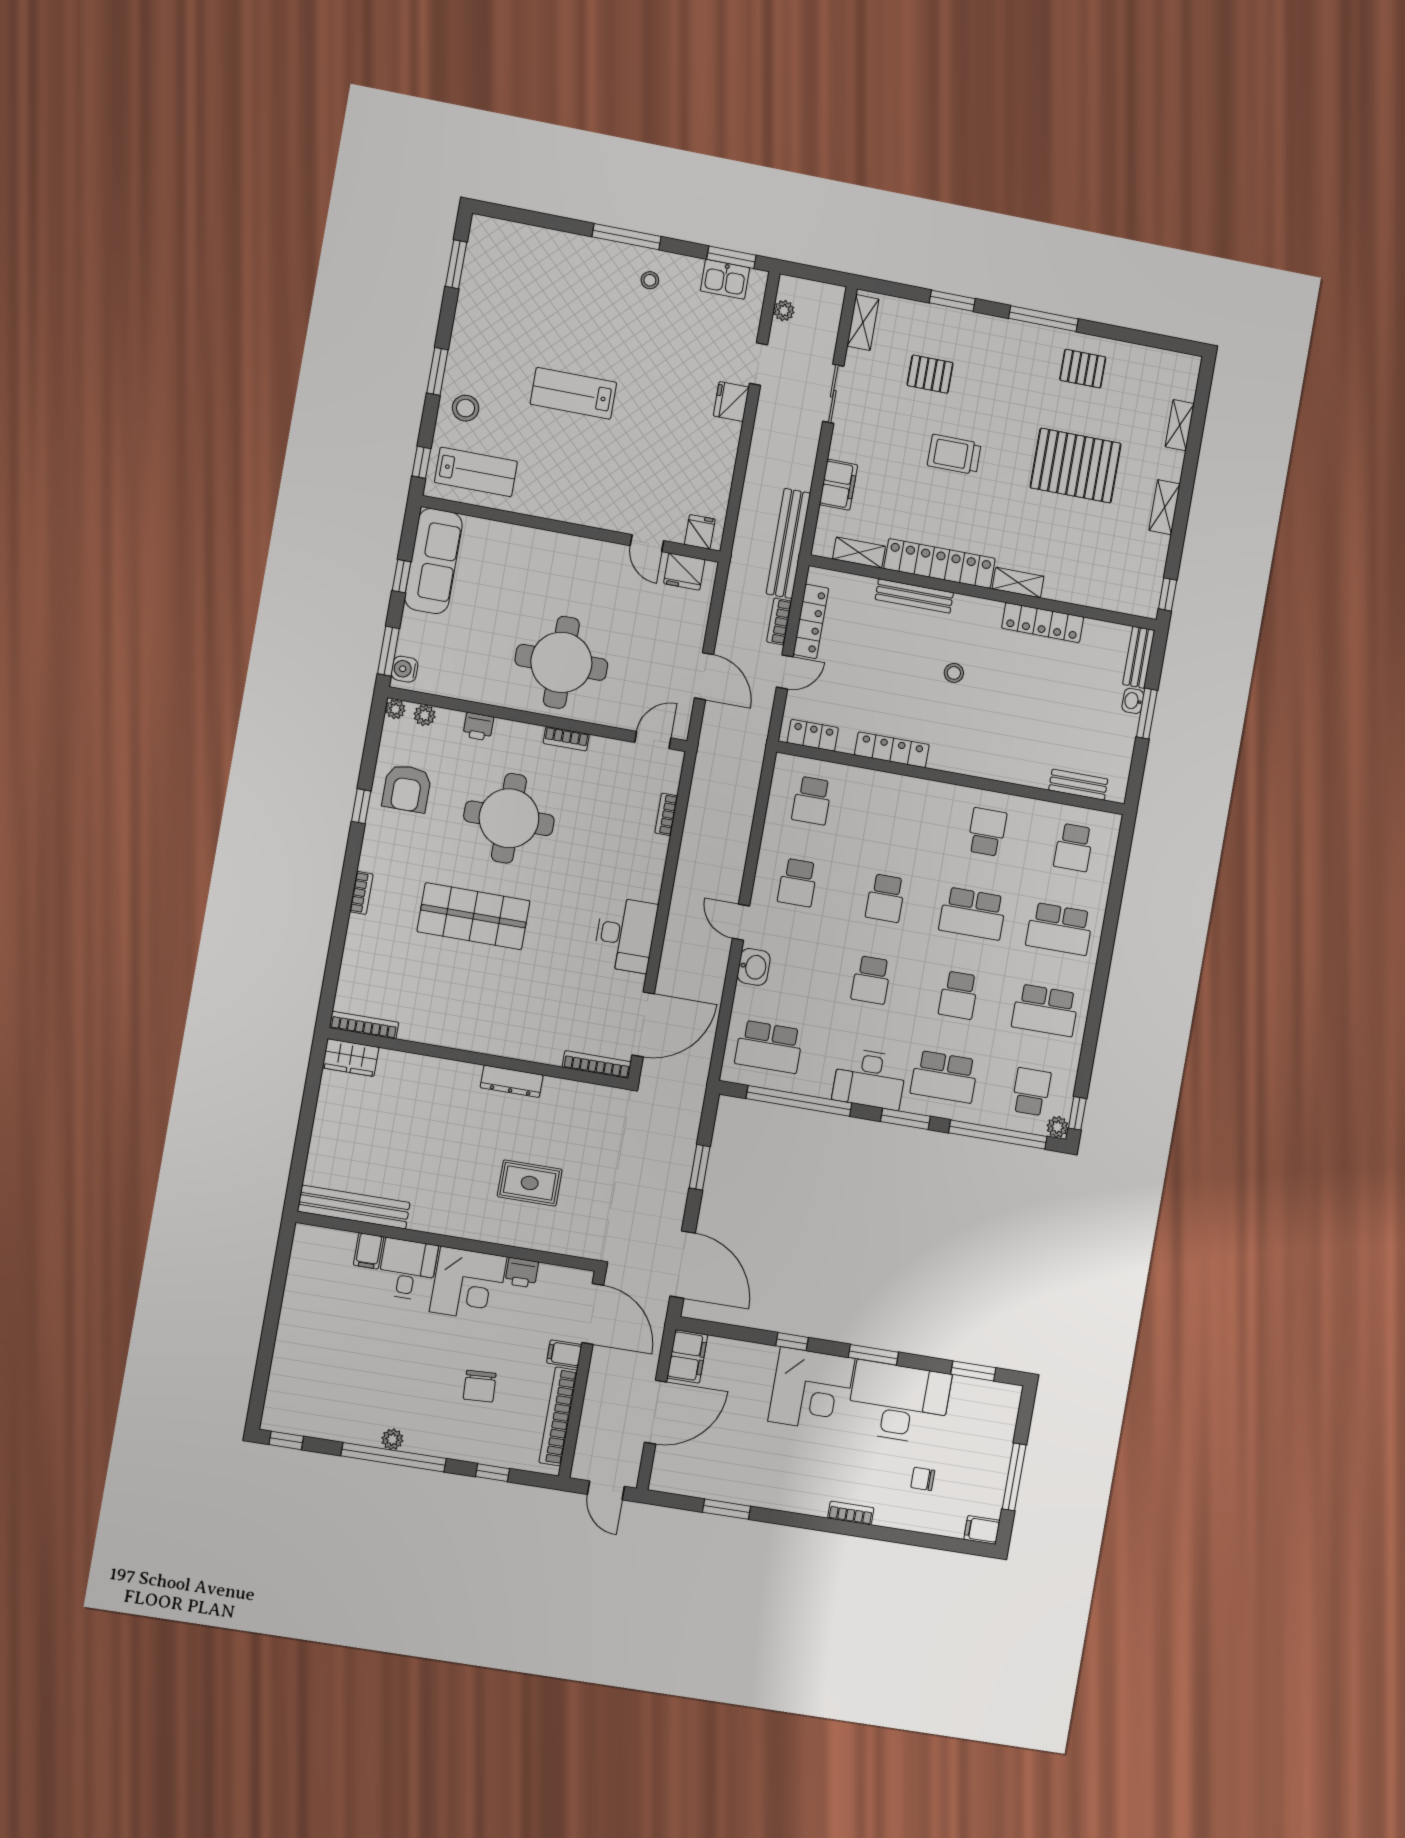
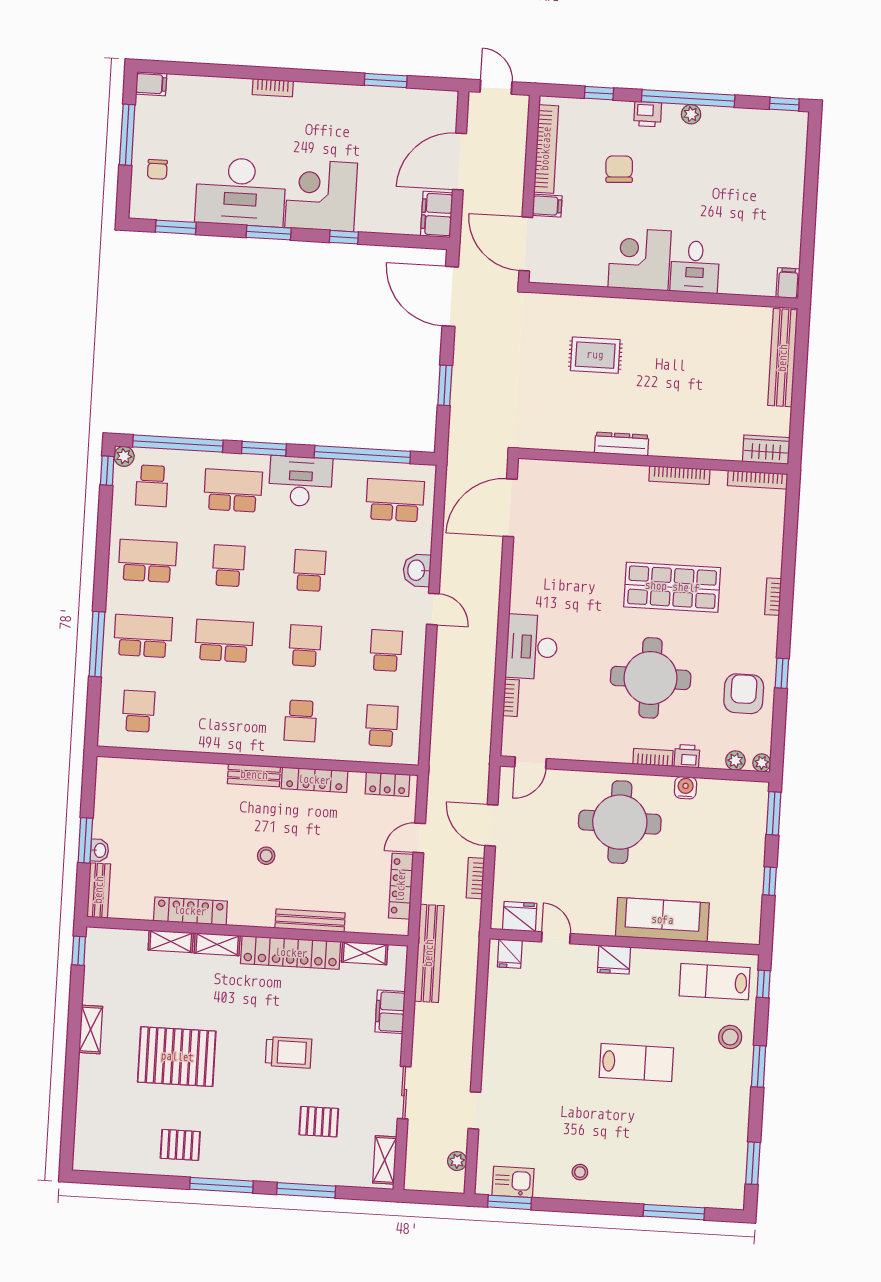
window: (626, 237) -> (674, 1212), moved
window: (952, 301) -> (306, 1190), width x1.44
fridge: (731, 402) -> (614, 960), moved, turned 90
shelving: (1180, 425) -> (171, 941), moved, turned 90
sofa: (433, 561) -> (662, 920), moved, turned 90
bookcase: (779, 621) -> (475, 878), moved, turned 180
water cooler: (405, 669) -> (685, 788), moved, turned -90
bookcase: (566, 739) -> (653, 757), moved
bench: (1078, 785) -> (254, 775), moved
school desk: (987, 832) -> (301, 721), moved
window: (1110, 926) -> (97, 644), added
desk: (625, 935) -> (532, 647), moved
bookcase: (597, 1064) -> (679, 475), moved
bench: (354, 1207) -> (783, 358), moved, turned 90
filing cabinet: (369, 1251) -> (788, 283), moved
printer: (522, 1273) -> (648, 114), moved, turned 180
chair: (923, 1479) -> (157, 169), moved, turned 90

